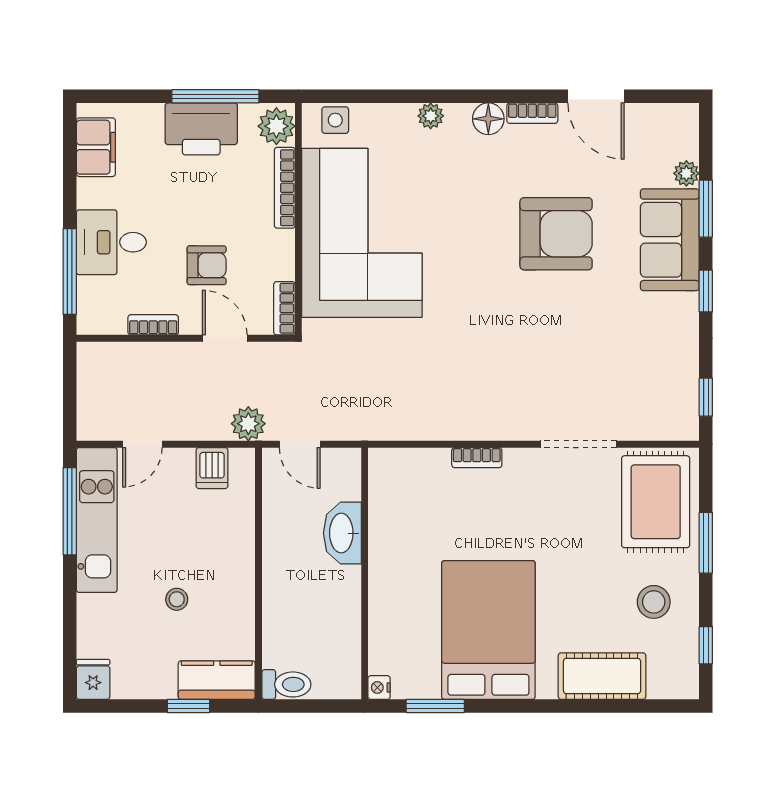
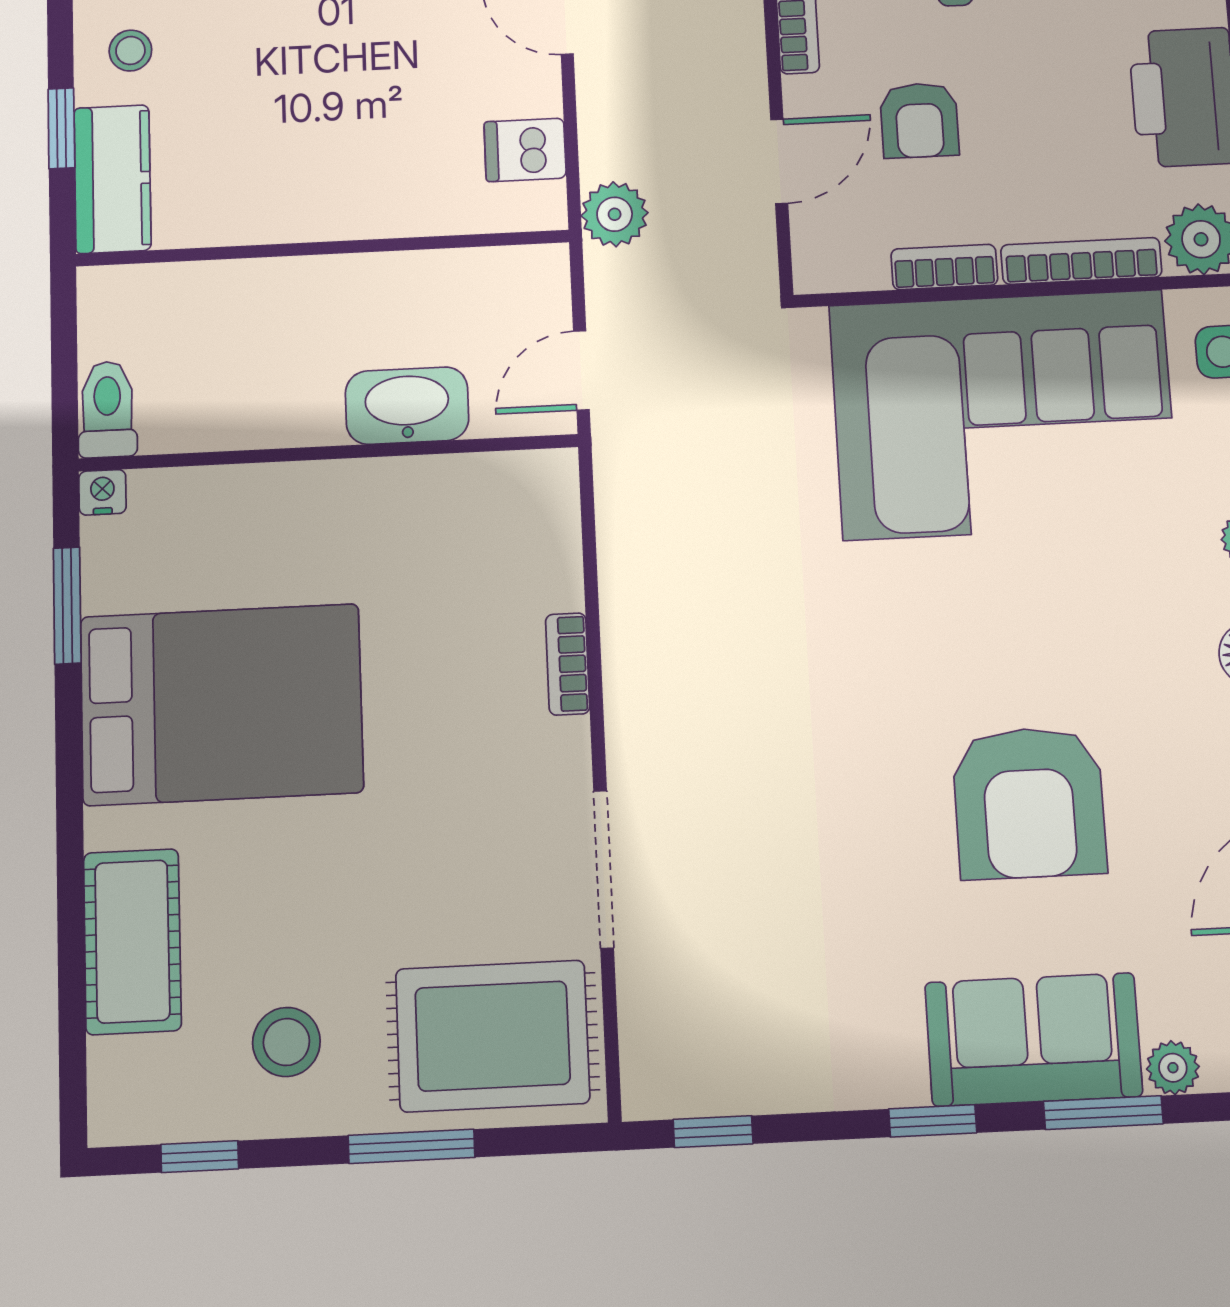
bookcase: (284, 308) -> (944, 267), moved
door: (300, 444) -> (581, 370), moved
stool: (177, 599) -> (130, 51), moved
toilet: (286, 684) -> (107, 409), moved, turned 180

